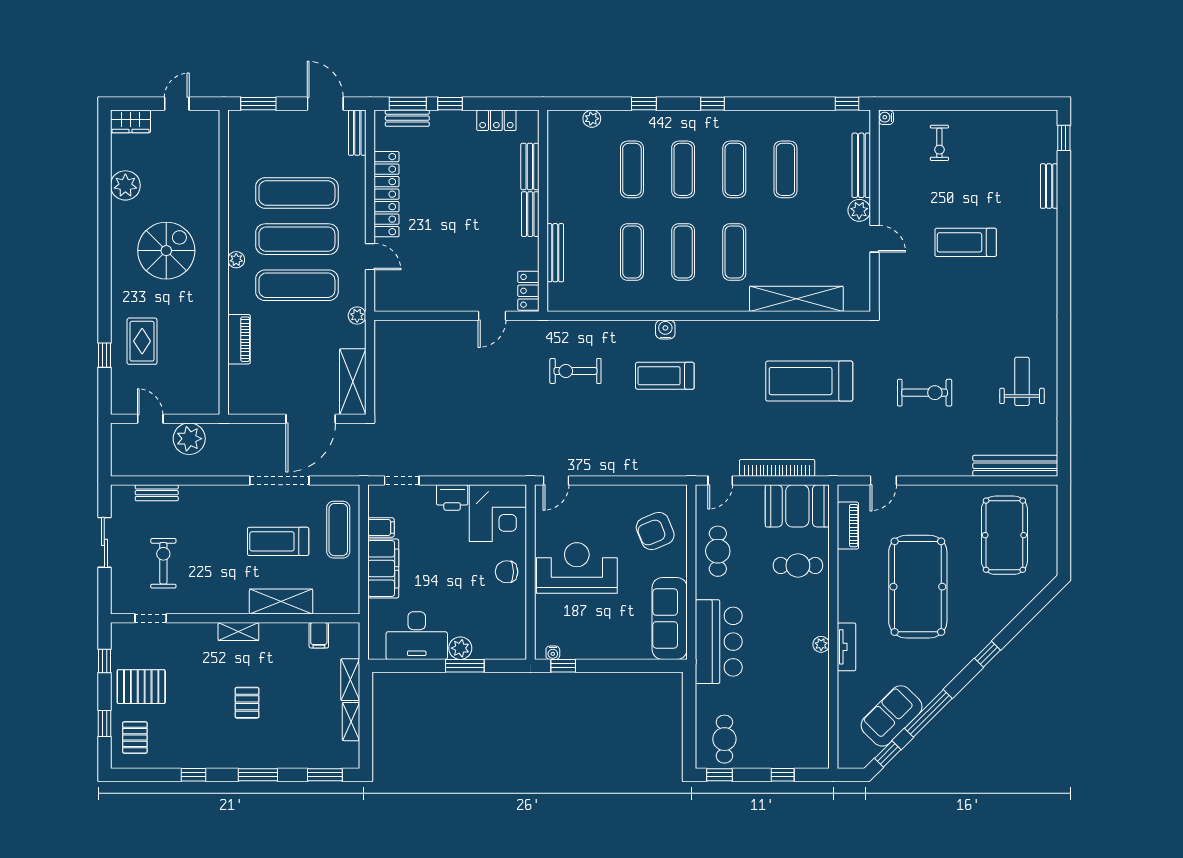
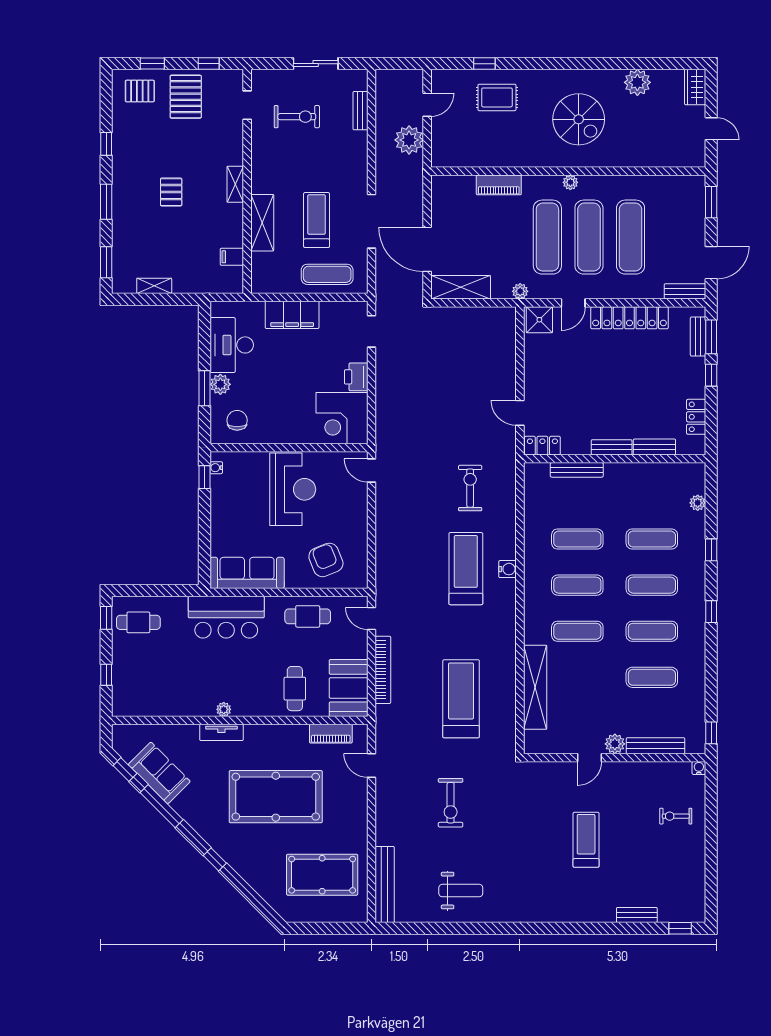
shower: (389, 294) -> (539, 320), added
treadmill: (665, 376) -> (466, 569), width x1.37, depth x1.38
filing cabinet: (381, 527) -> (329, 313), removed
chair: (507, 572) -> (237, 420), moved
shelving: (350, 680) -> (192, 285), removed
pallet: (247, 703) -> (171, 192), turned 90

